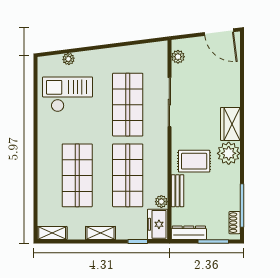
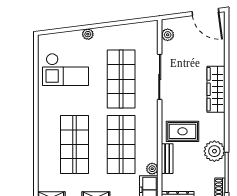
plant: (68, 59) -> (88, 34), moved
checkout: (68, 94) -> (65, 70), turned 180
wardrobe: (230, 124) -> (216, 89), width x1.50
plant: (229, 153) -> (214, 151), moved

